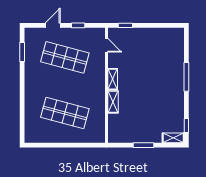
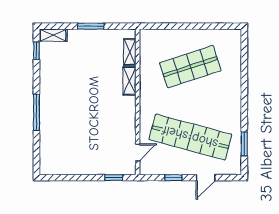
door: (107, 45) -> (138, 152), swing flipped
shop shelf: (65, 57) -> (190, 137), width x1.40
shelving: (113, 79) -> (130, 52), moved
shop shelf: (65, 113) -> (190, 67), turned -33

